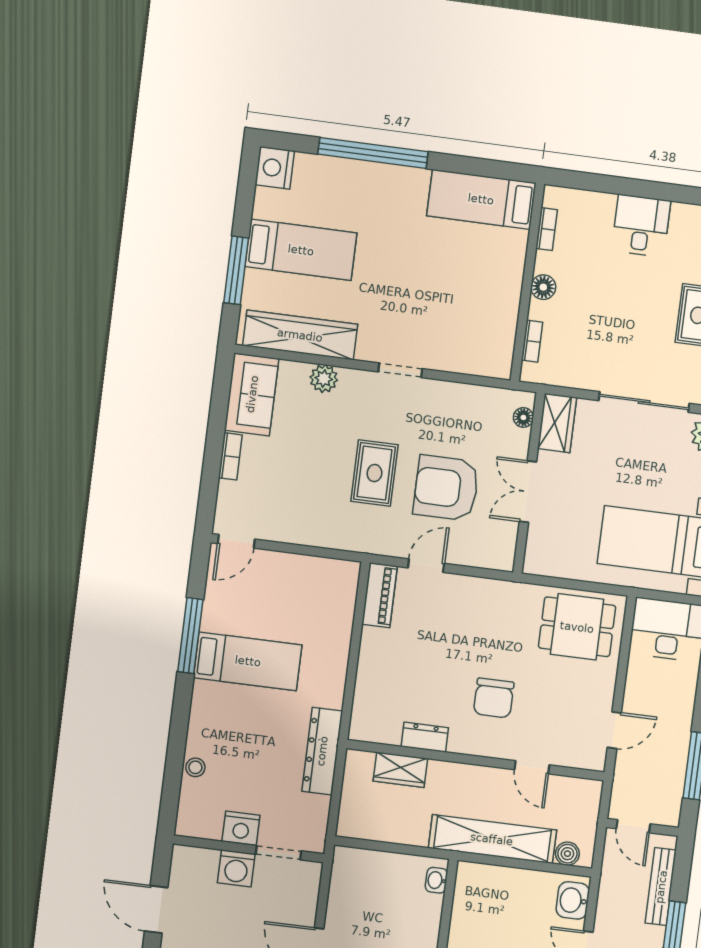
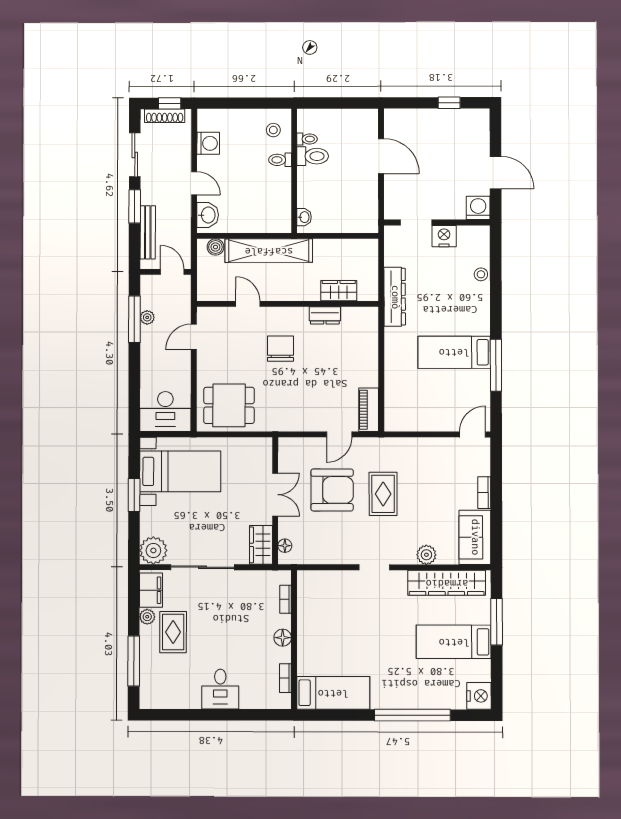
plant: (677, 766) -> (147, 317), added
washing machine: (236, 868) -> (478, 208), moved

